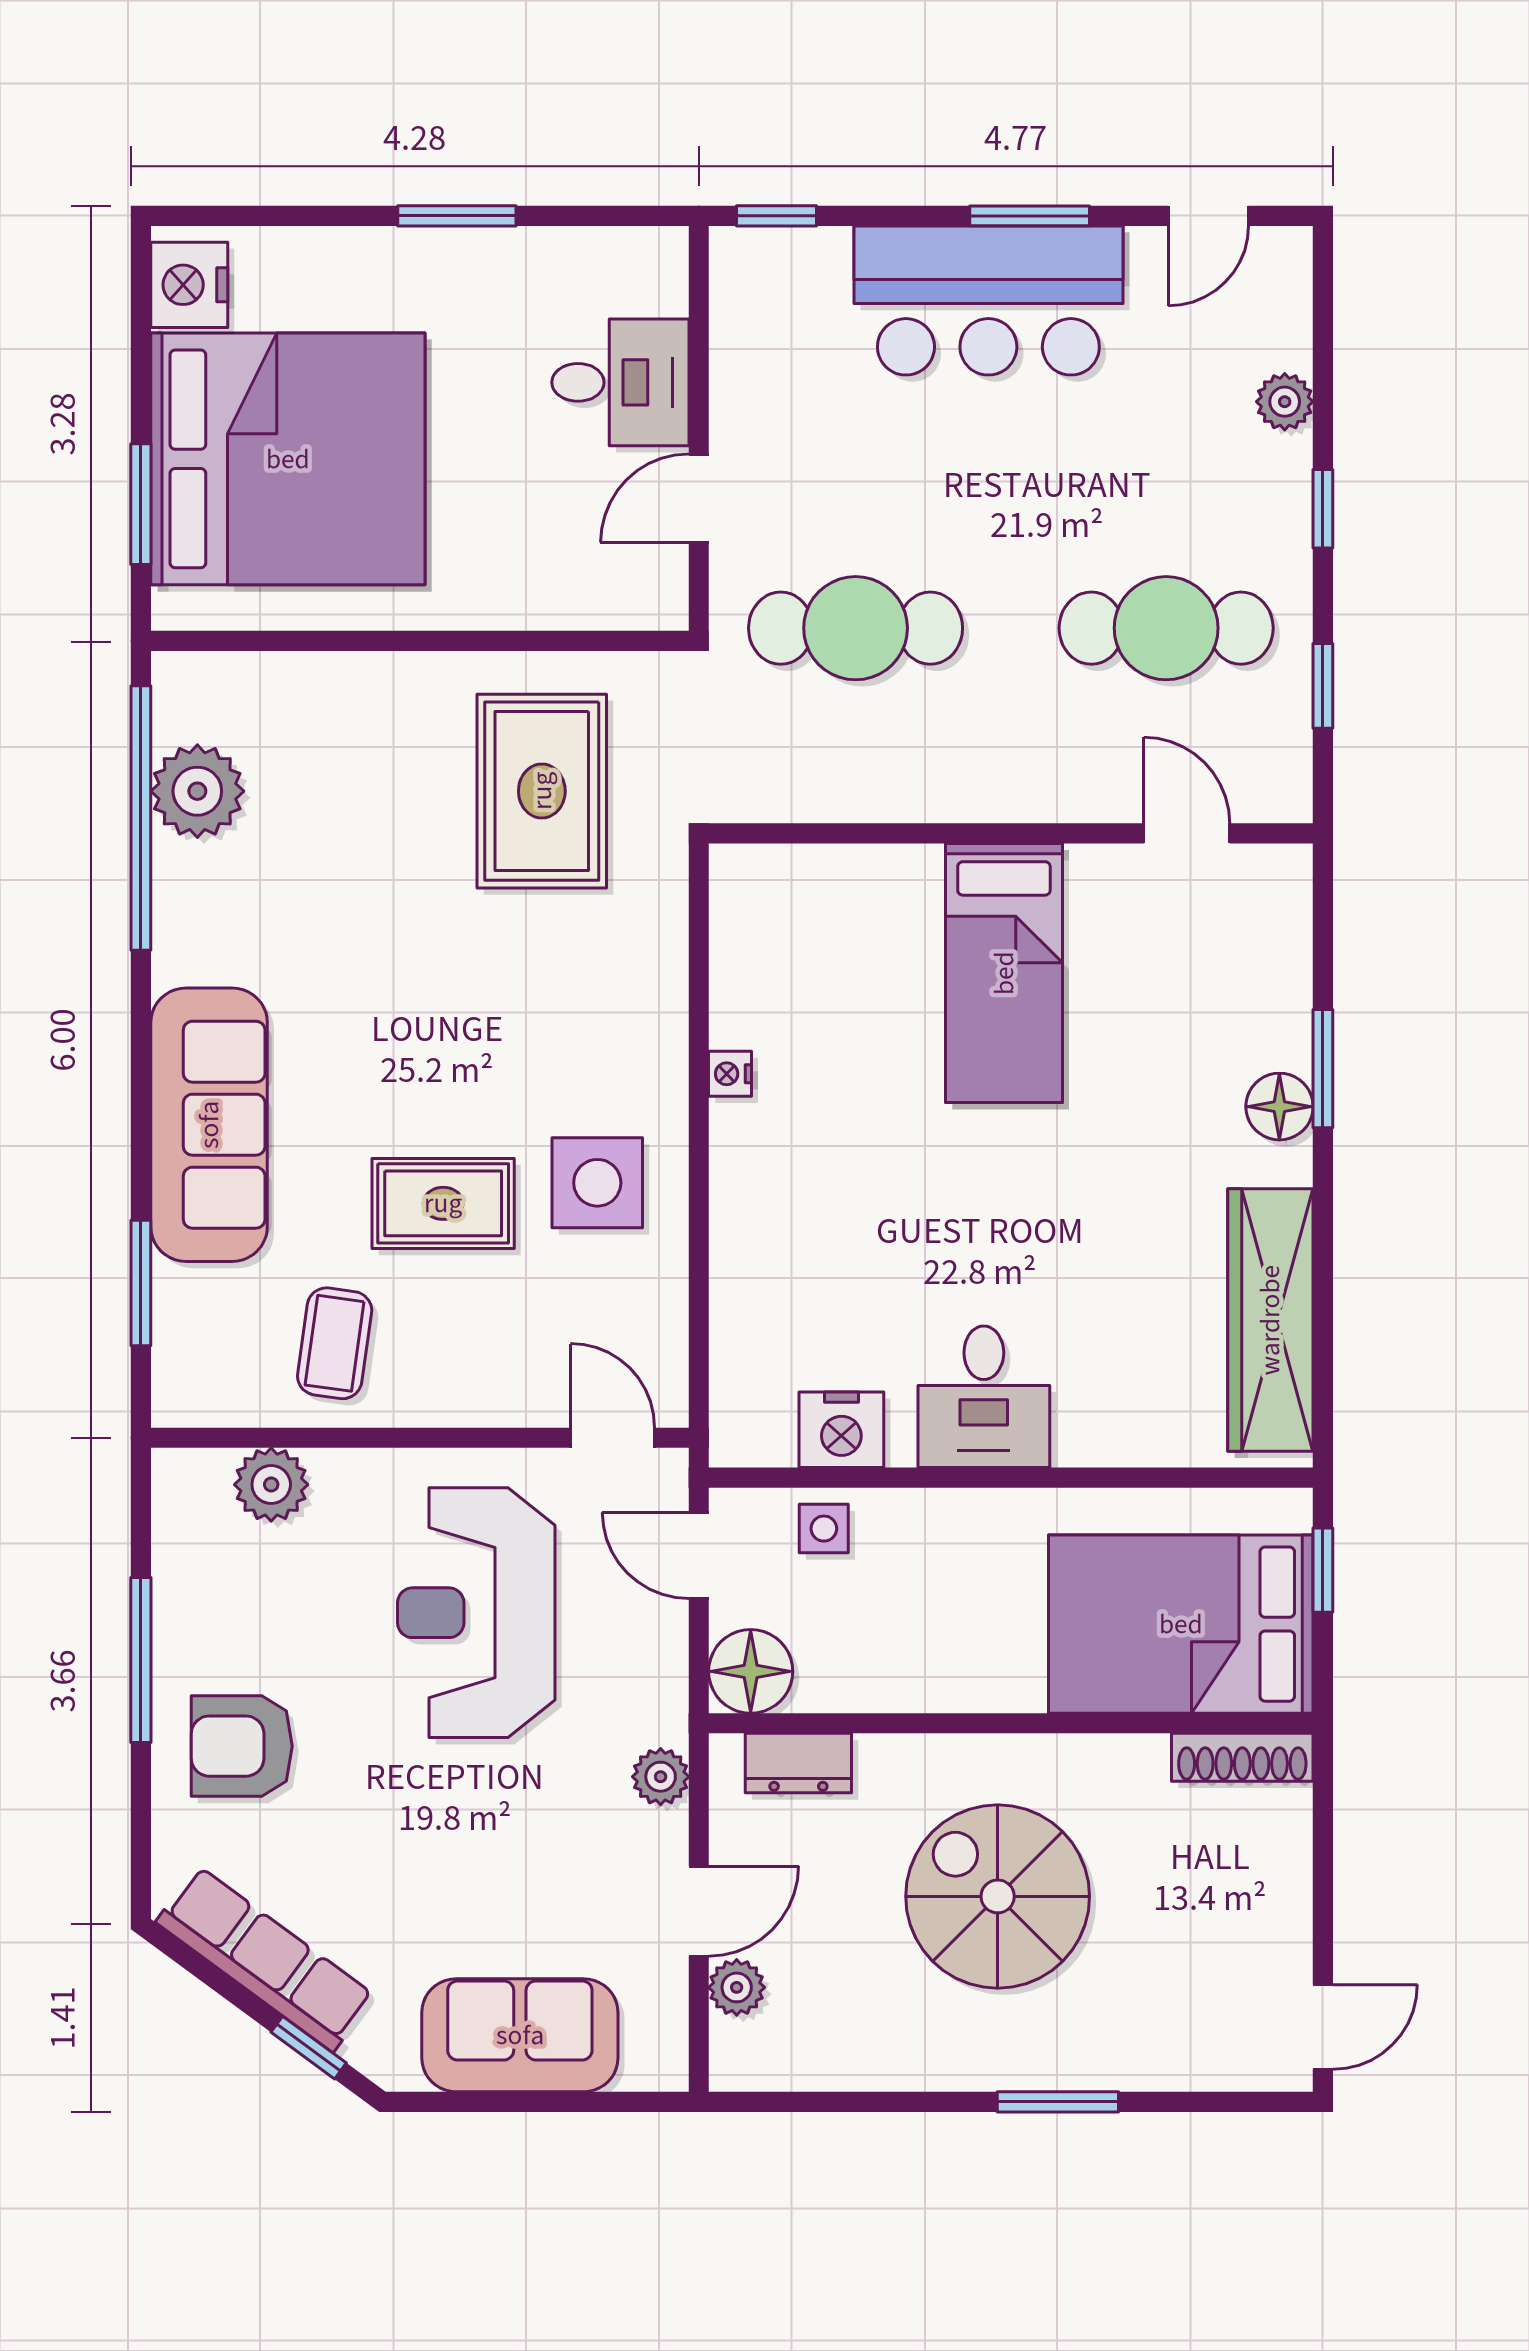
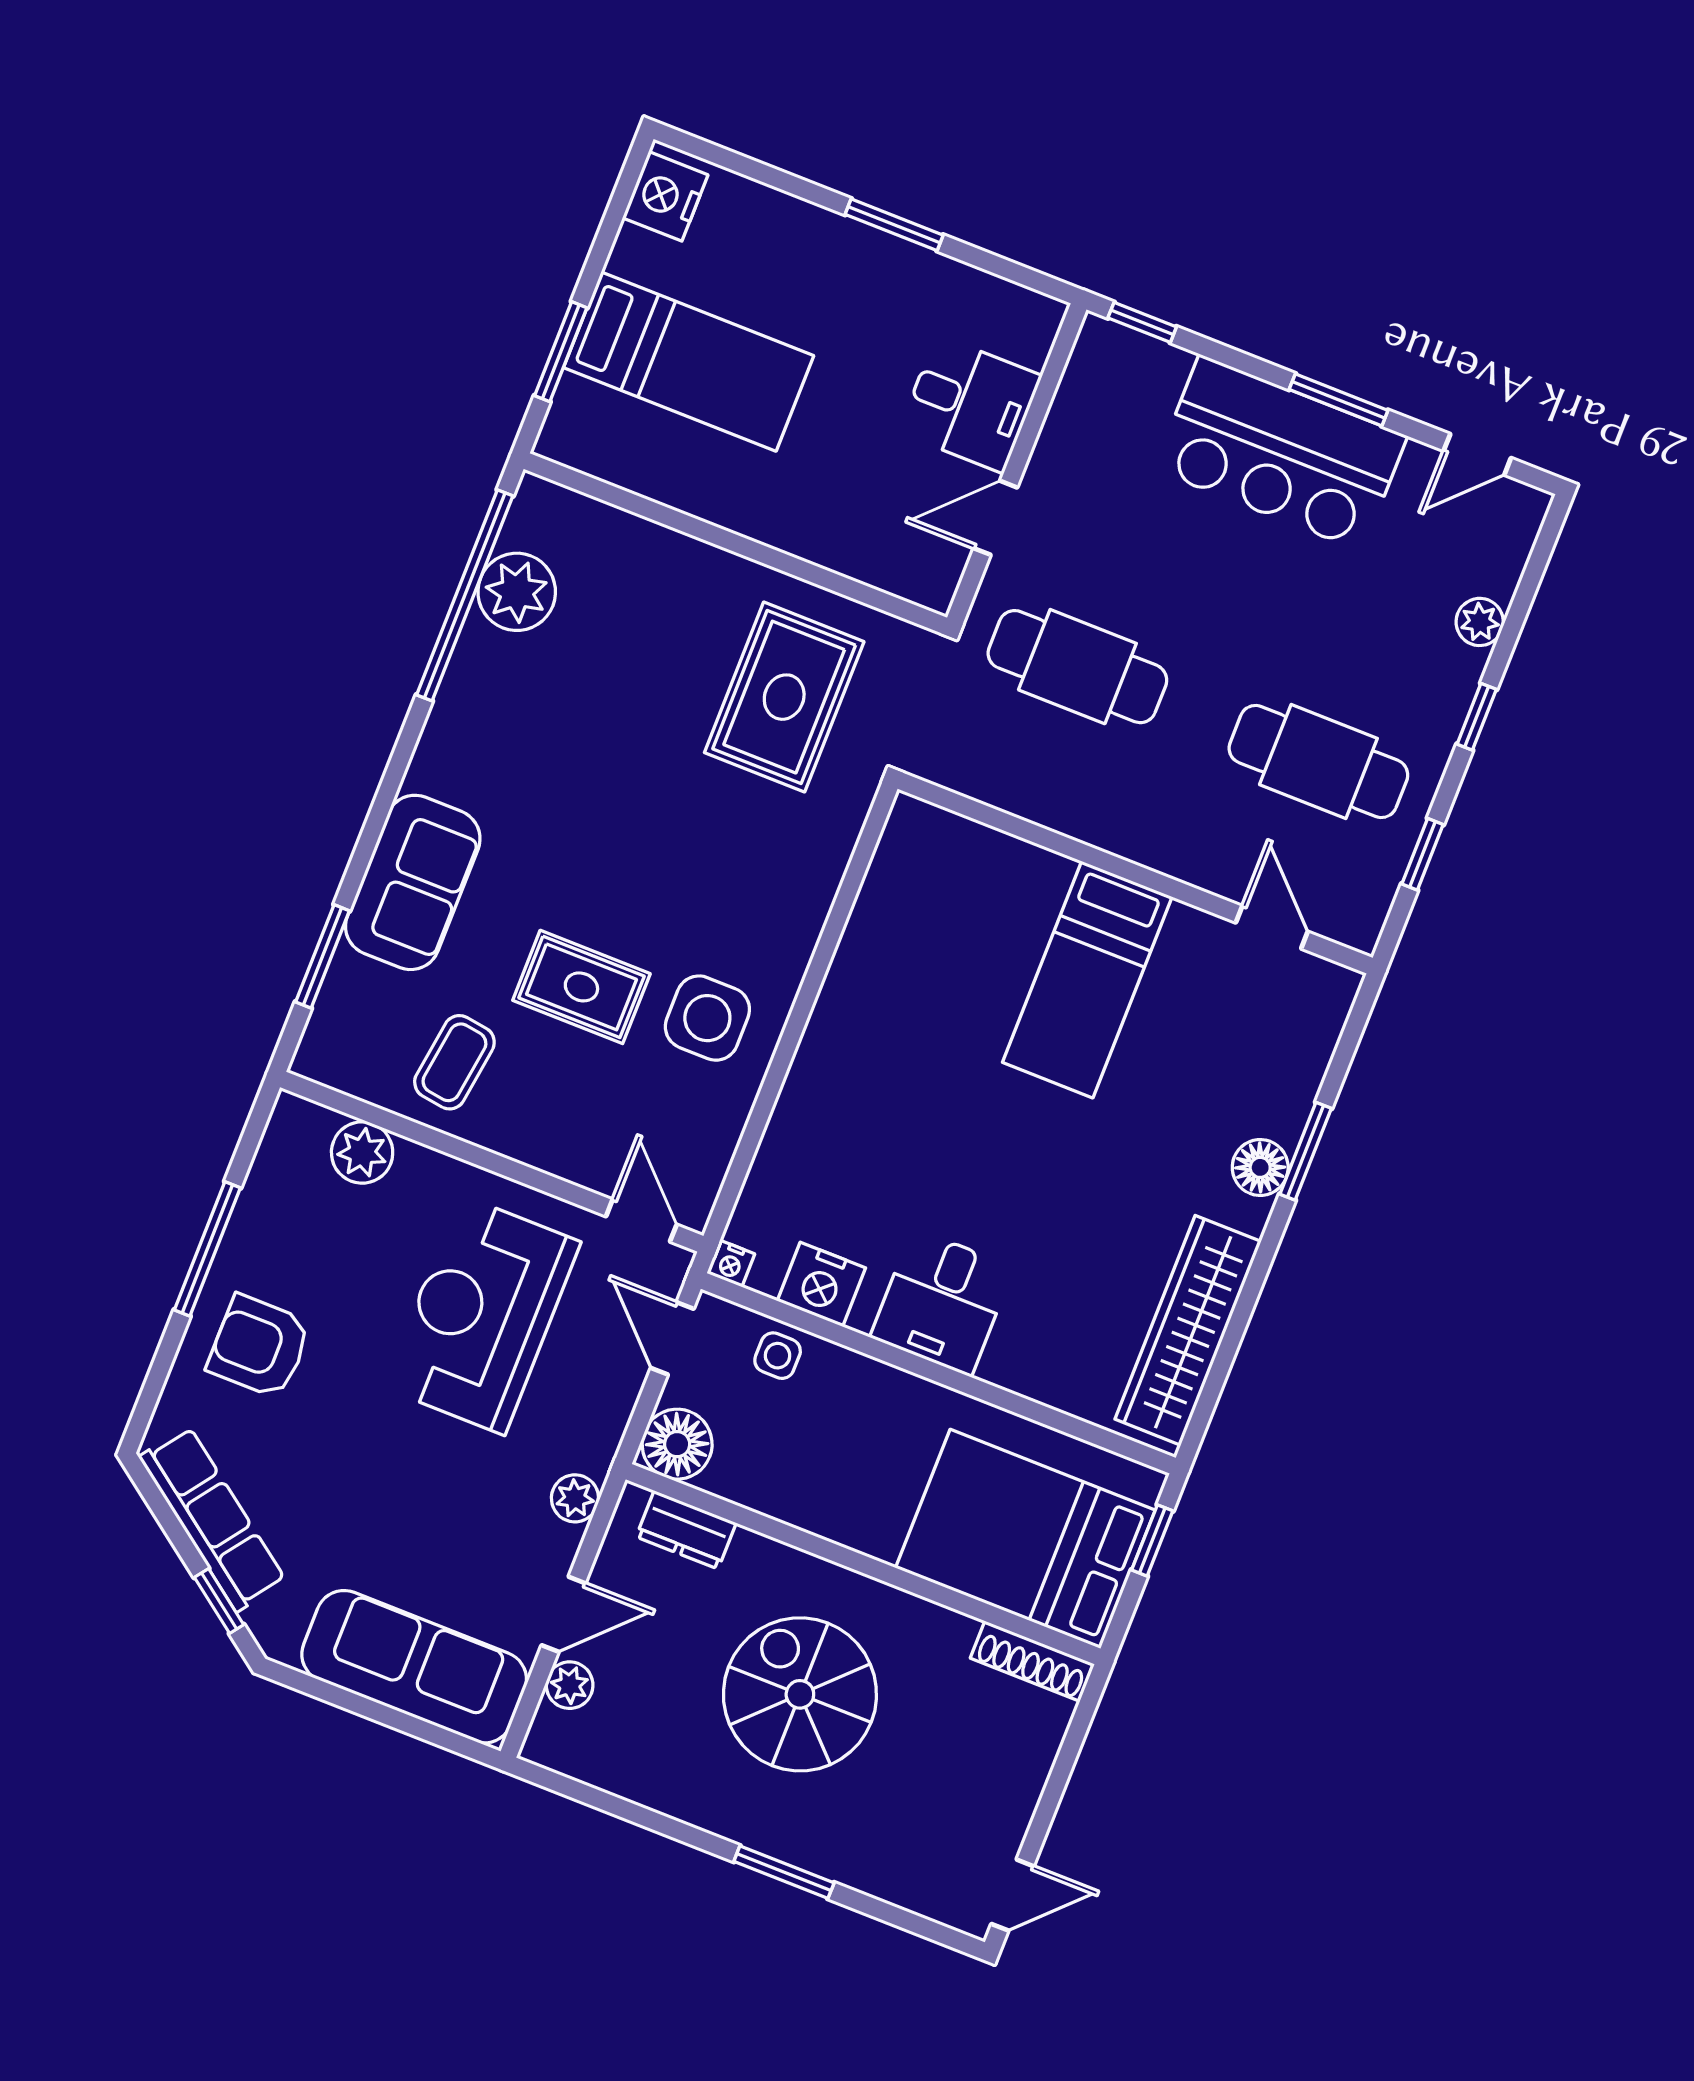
bed: (288, 459) -> (689, 362), width x0.49
nightstand: (730, 1074) -> (731, 1264), moved, turned -90
sofa: (209, 1125) -> (413, 882), width x0.73
sofa: (520, 2035) -> (414, 1667), width x1.36

